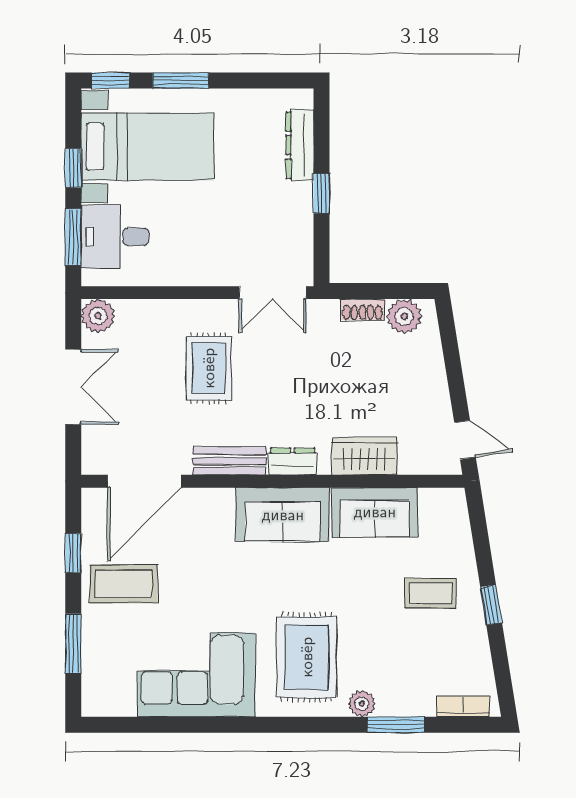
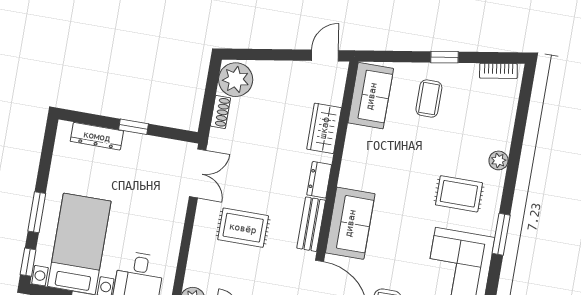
plant: (404, 316) -> (236, 80), width x1.36, depth x1.36
sofa: (375, 512) -> (371, 96), moved
sofa: (283, 515) -> (350, 223), moved
rug: (307, 657) -> (459, 194), width x0.73, depth x0.70
bookcase: (463, 706) -> (498, 71), moved, turned -99
window: (396, 725) -> (501, 234), moved

